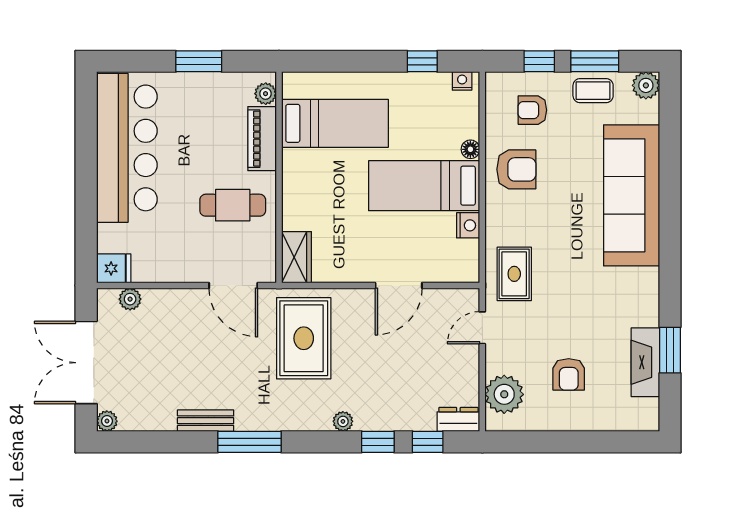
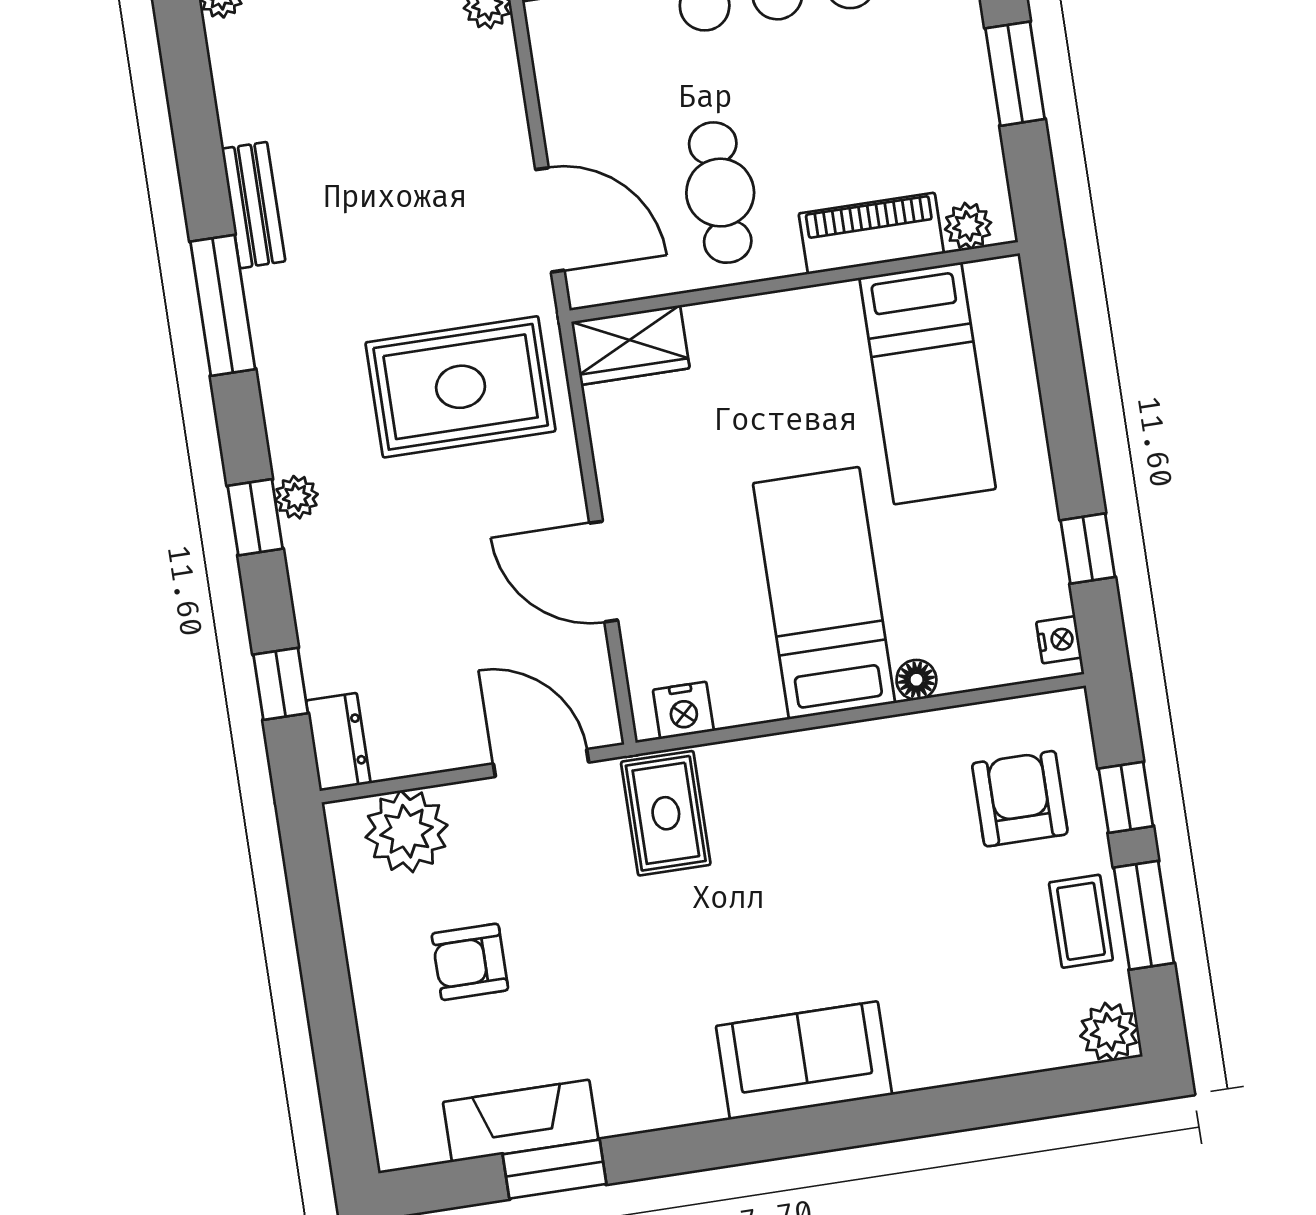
armchair: (532, 110) -> (1020, 799), width x1.38, depth x1.38
armchair: (516, 169) -> (889, 784), removed
sofa: (632, 195) -> (804, 1060), width x0.54, depth x0.79
nightstand: (468, 225) -> (683, 710), moved
rug: (514, 274) -> (666, 813), turned 90
door: (233, 285) -> (550, 220), swing flipped
door: (482, 328) -> (541, 763), width x1.38
window: (378, 442) -> (255, 517), moved

